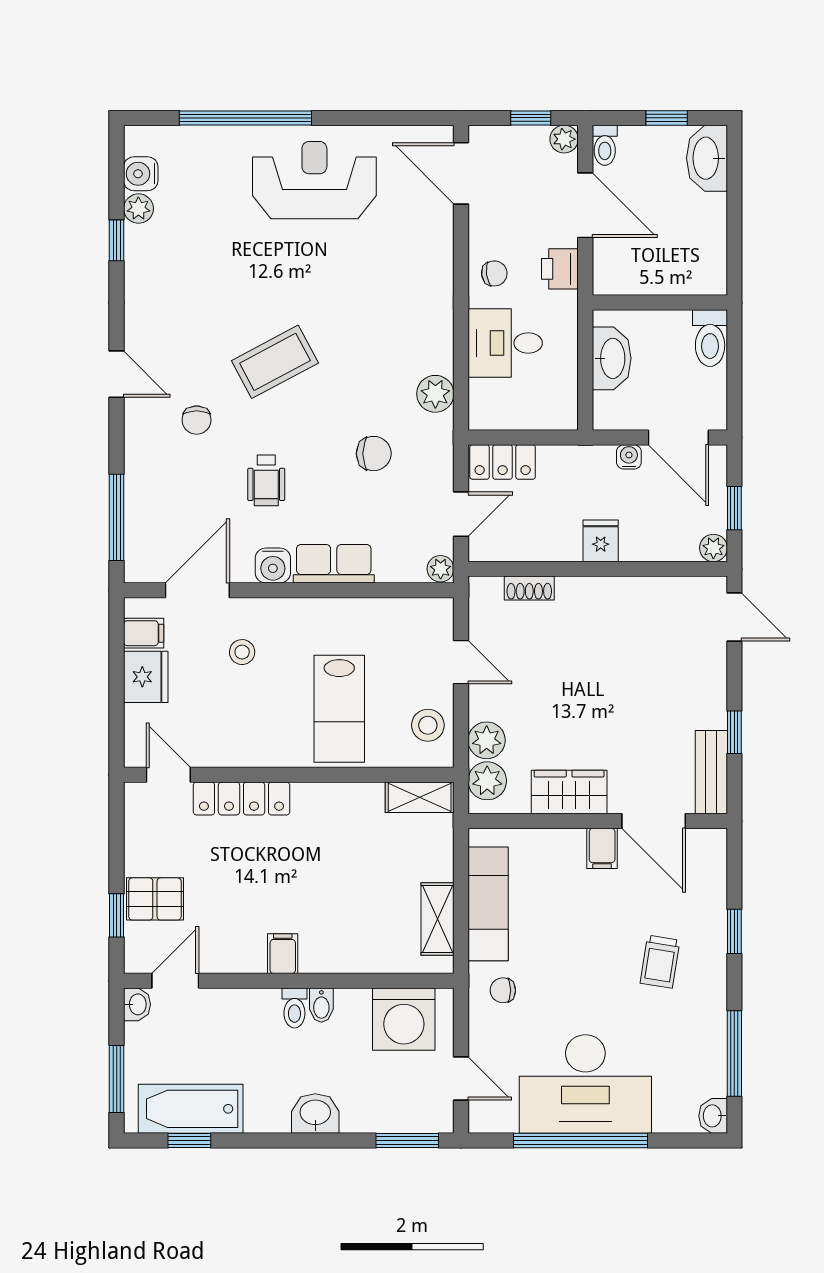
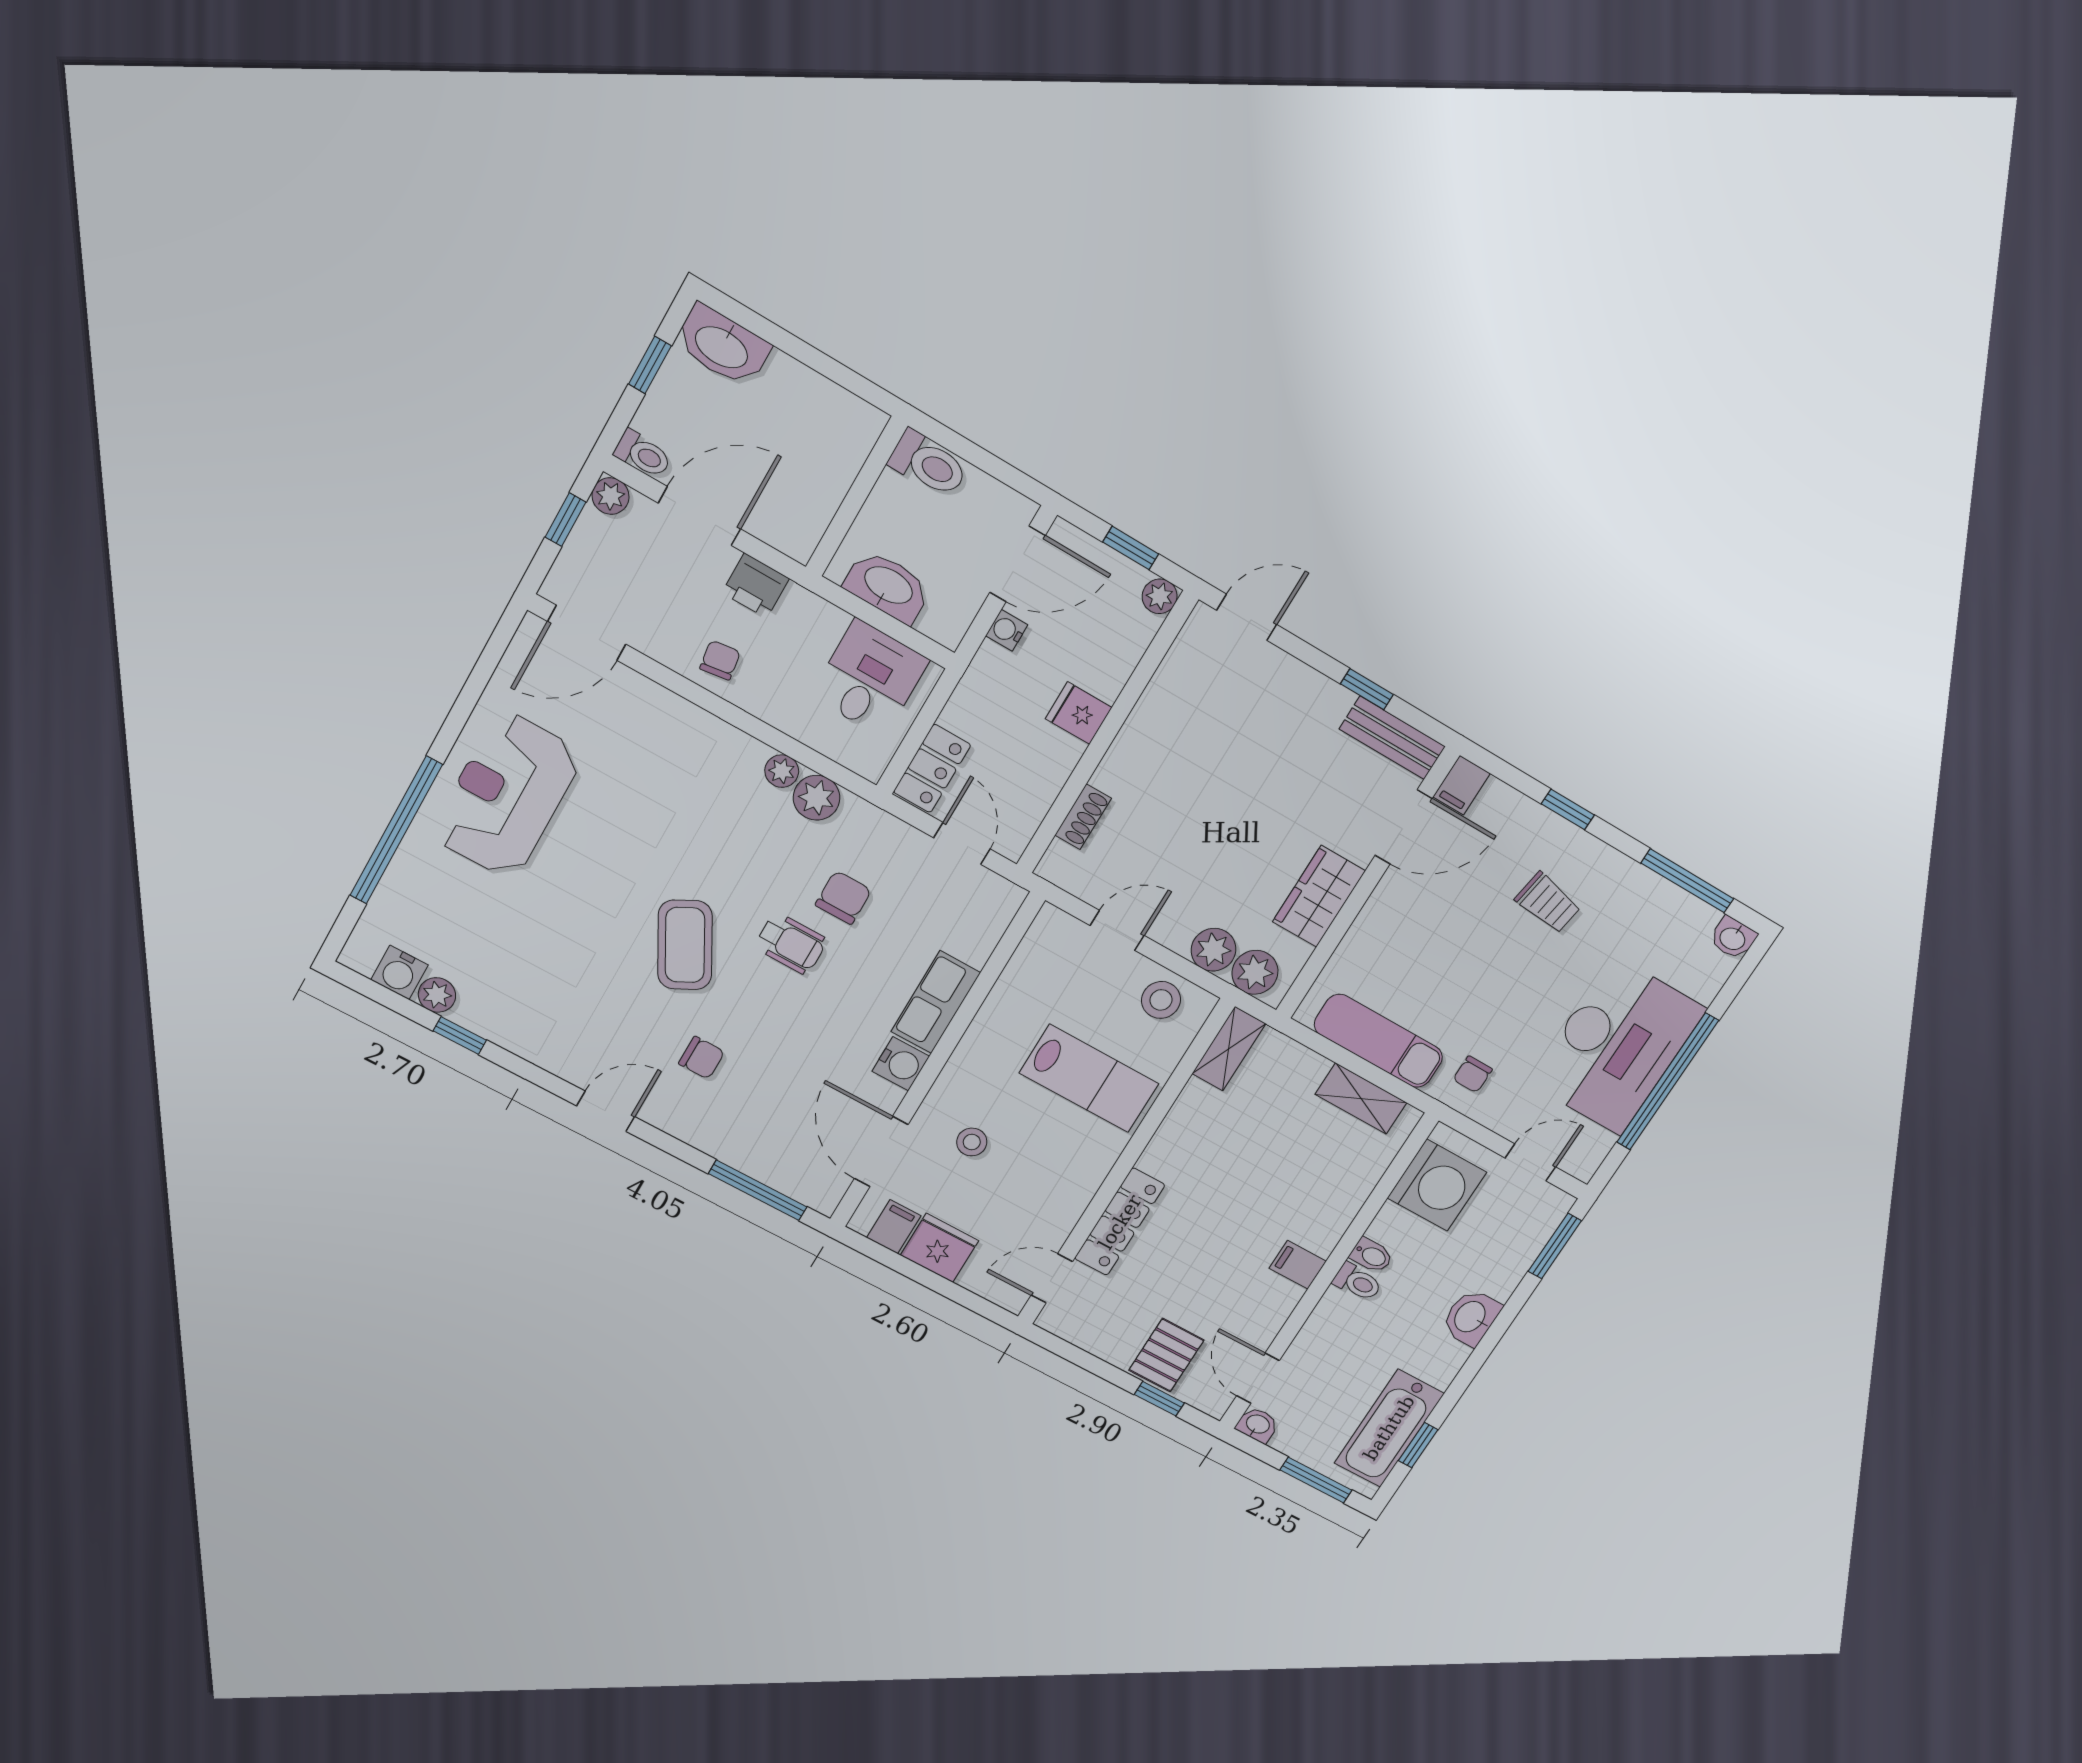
desk: (505, 343) -> (870, 678), moved, turned 180
wheelchair: (266, 480) -> (791, 943), moved
plant: (441, 569) -> (782, 771), moved
filing cabinet: (602, 848) -> (1462, 785), moved, turned 90

